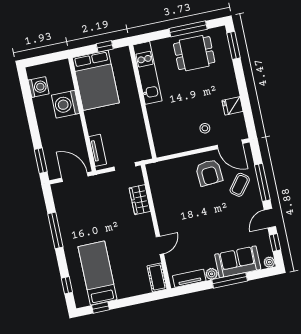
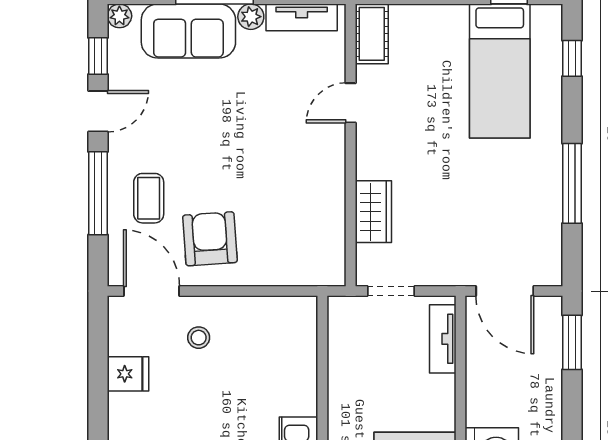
coffee table: (240, 185) -> (149, 198), turned -38

